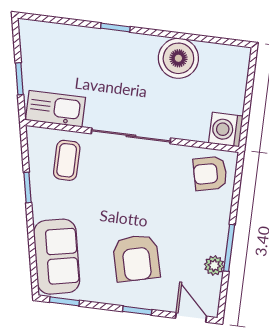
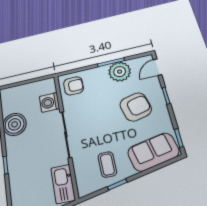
washing machine: (226, 130) -> (50, 102), moved, turned 90
coffee table: (67, 160) -> (107, 164), moved, turned 90
armchair: (210, 173) -> (73, 86), turned -77
plant: (214, 266) -> (120, 72), width x1.88, depth x1.88

